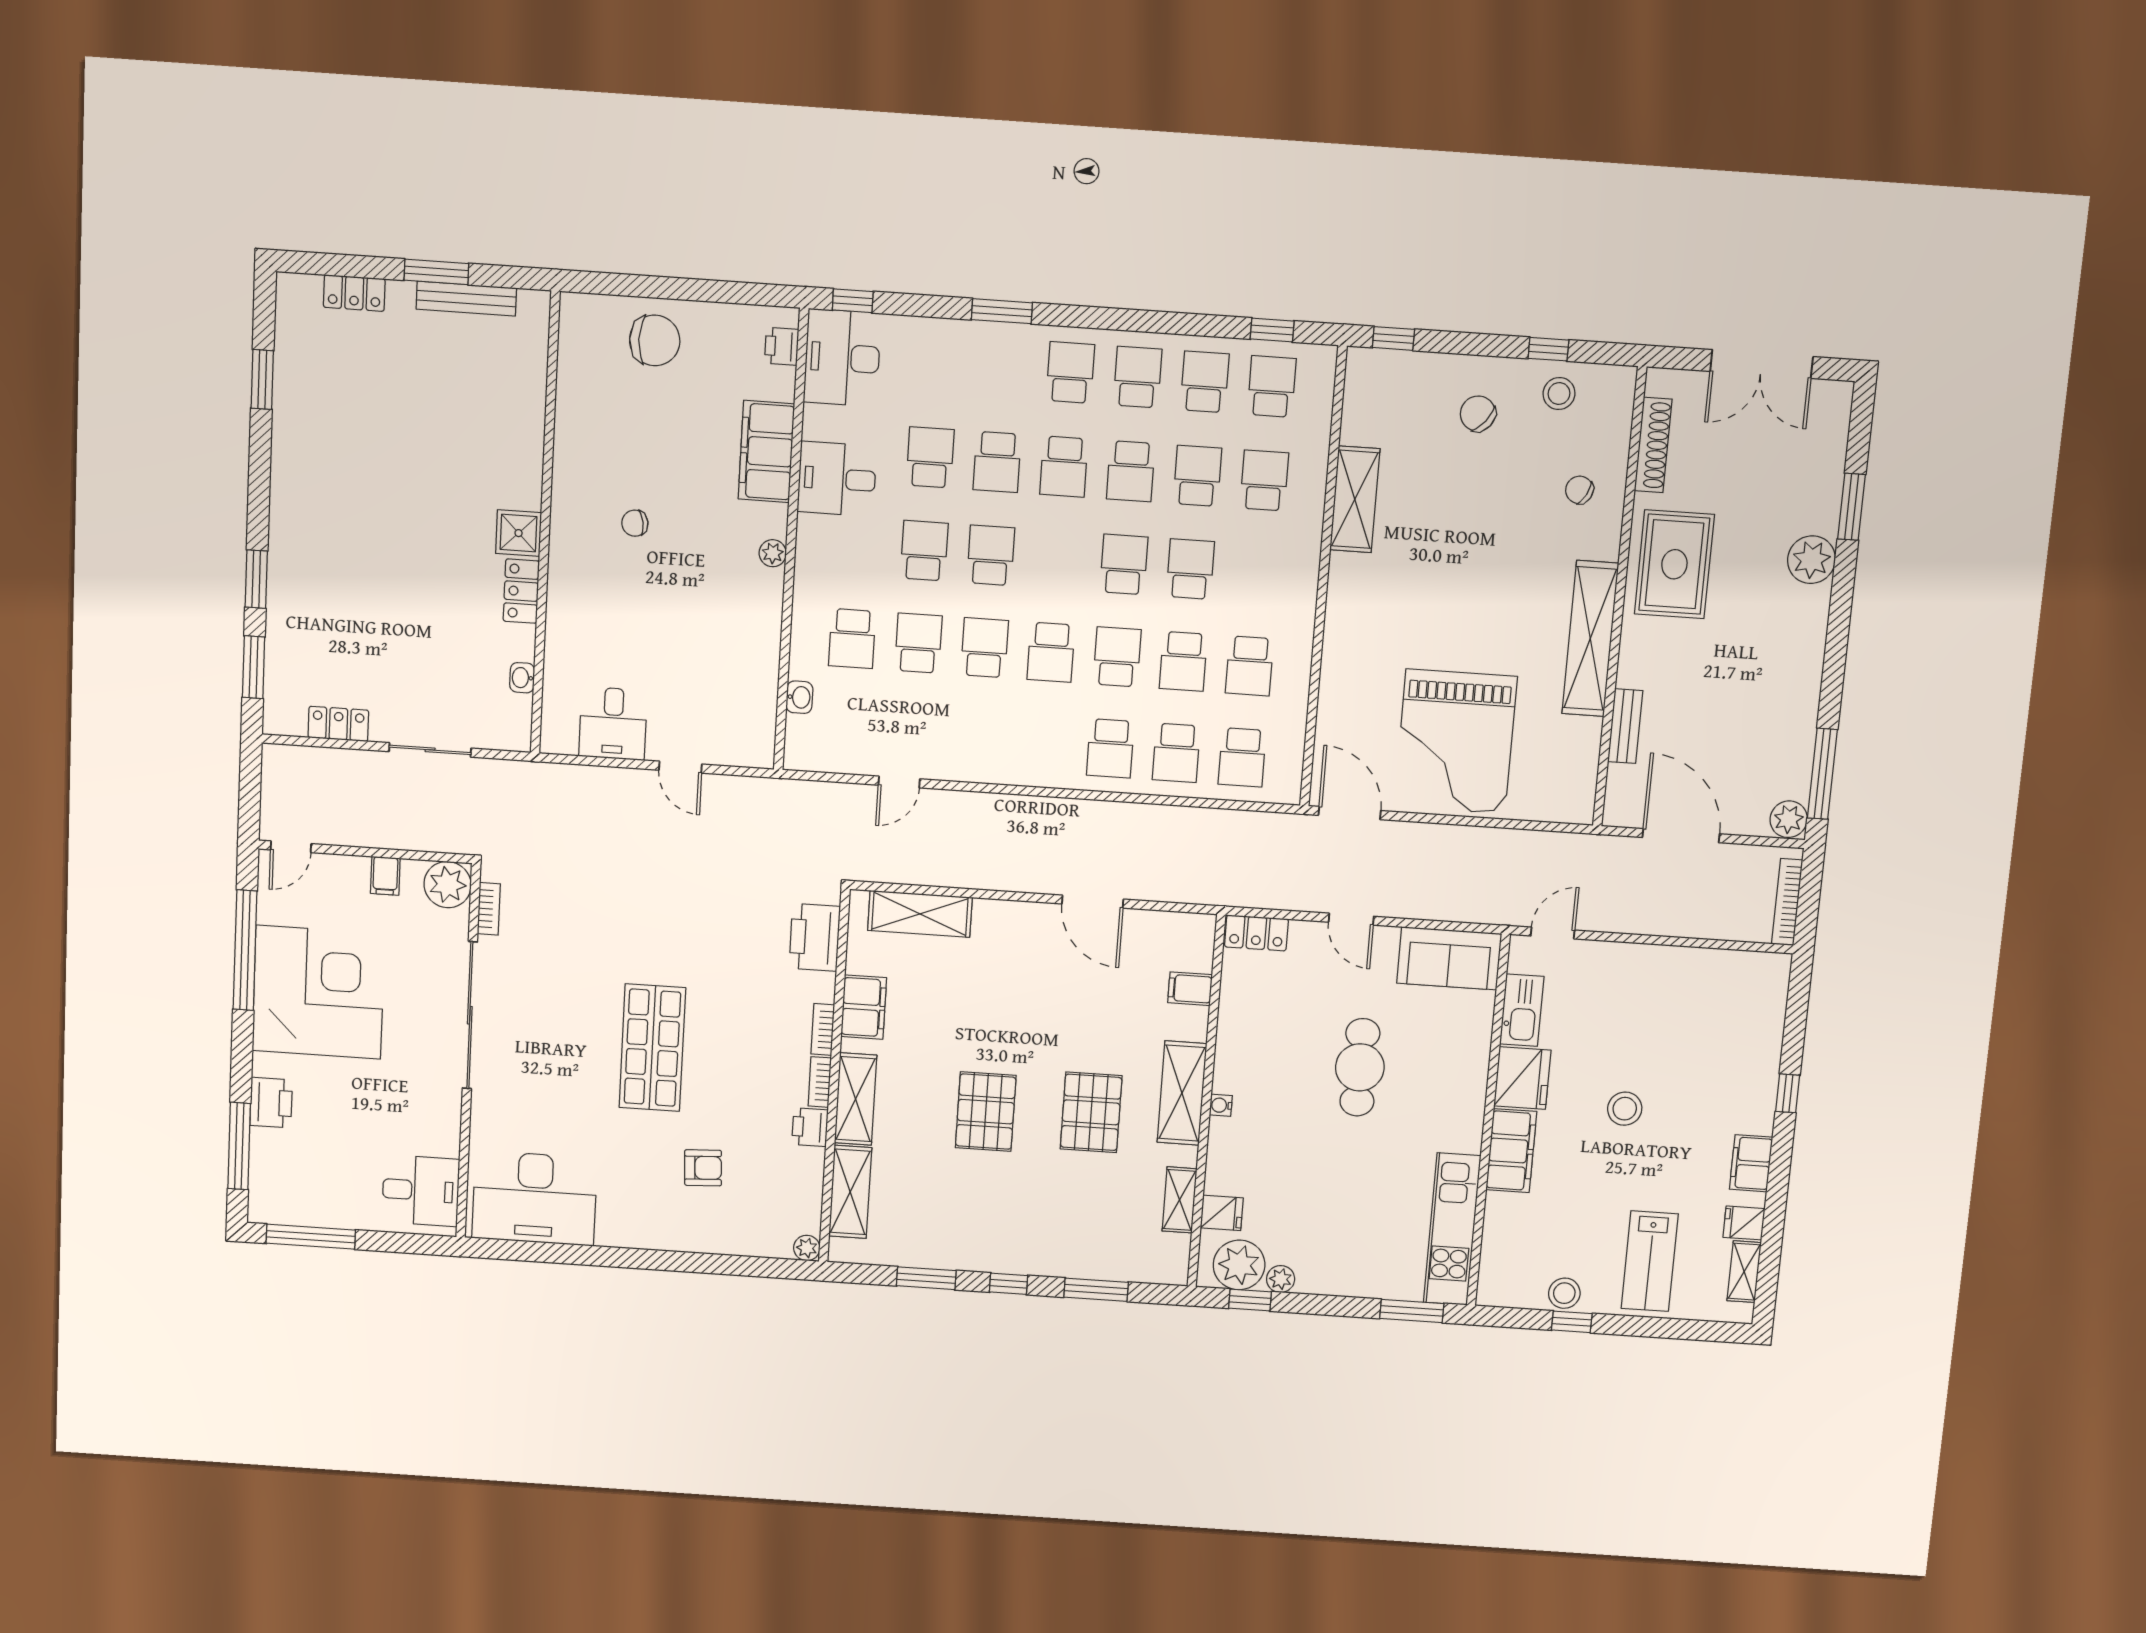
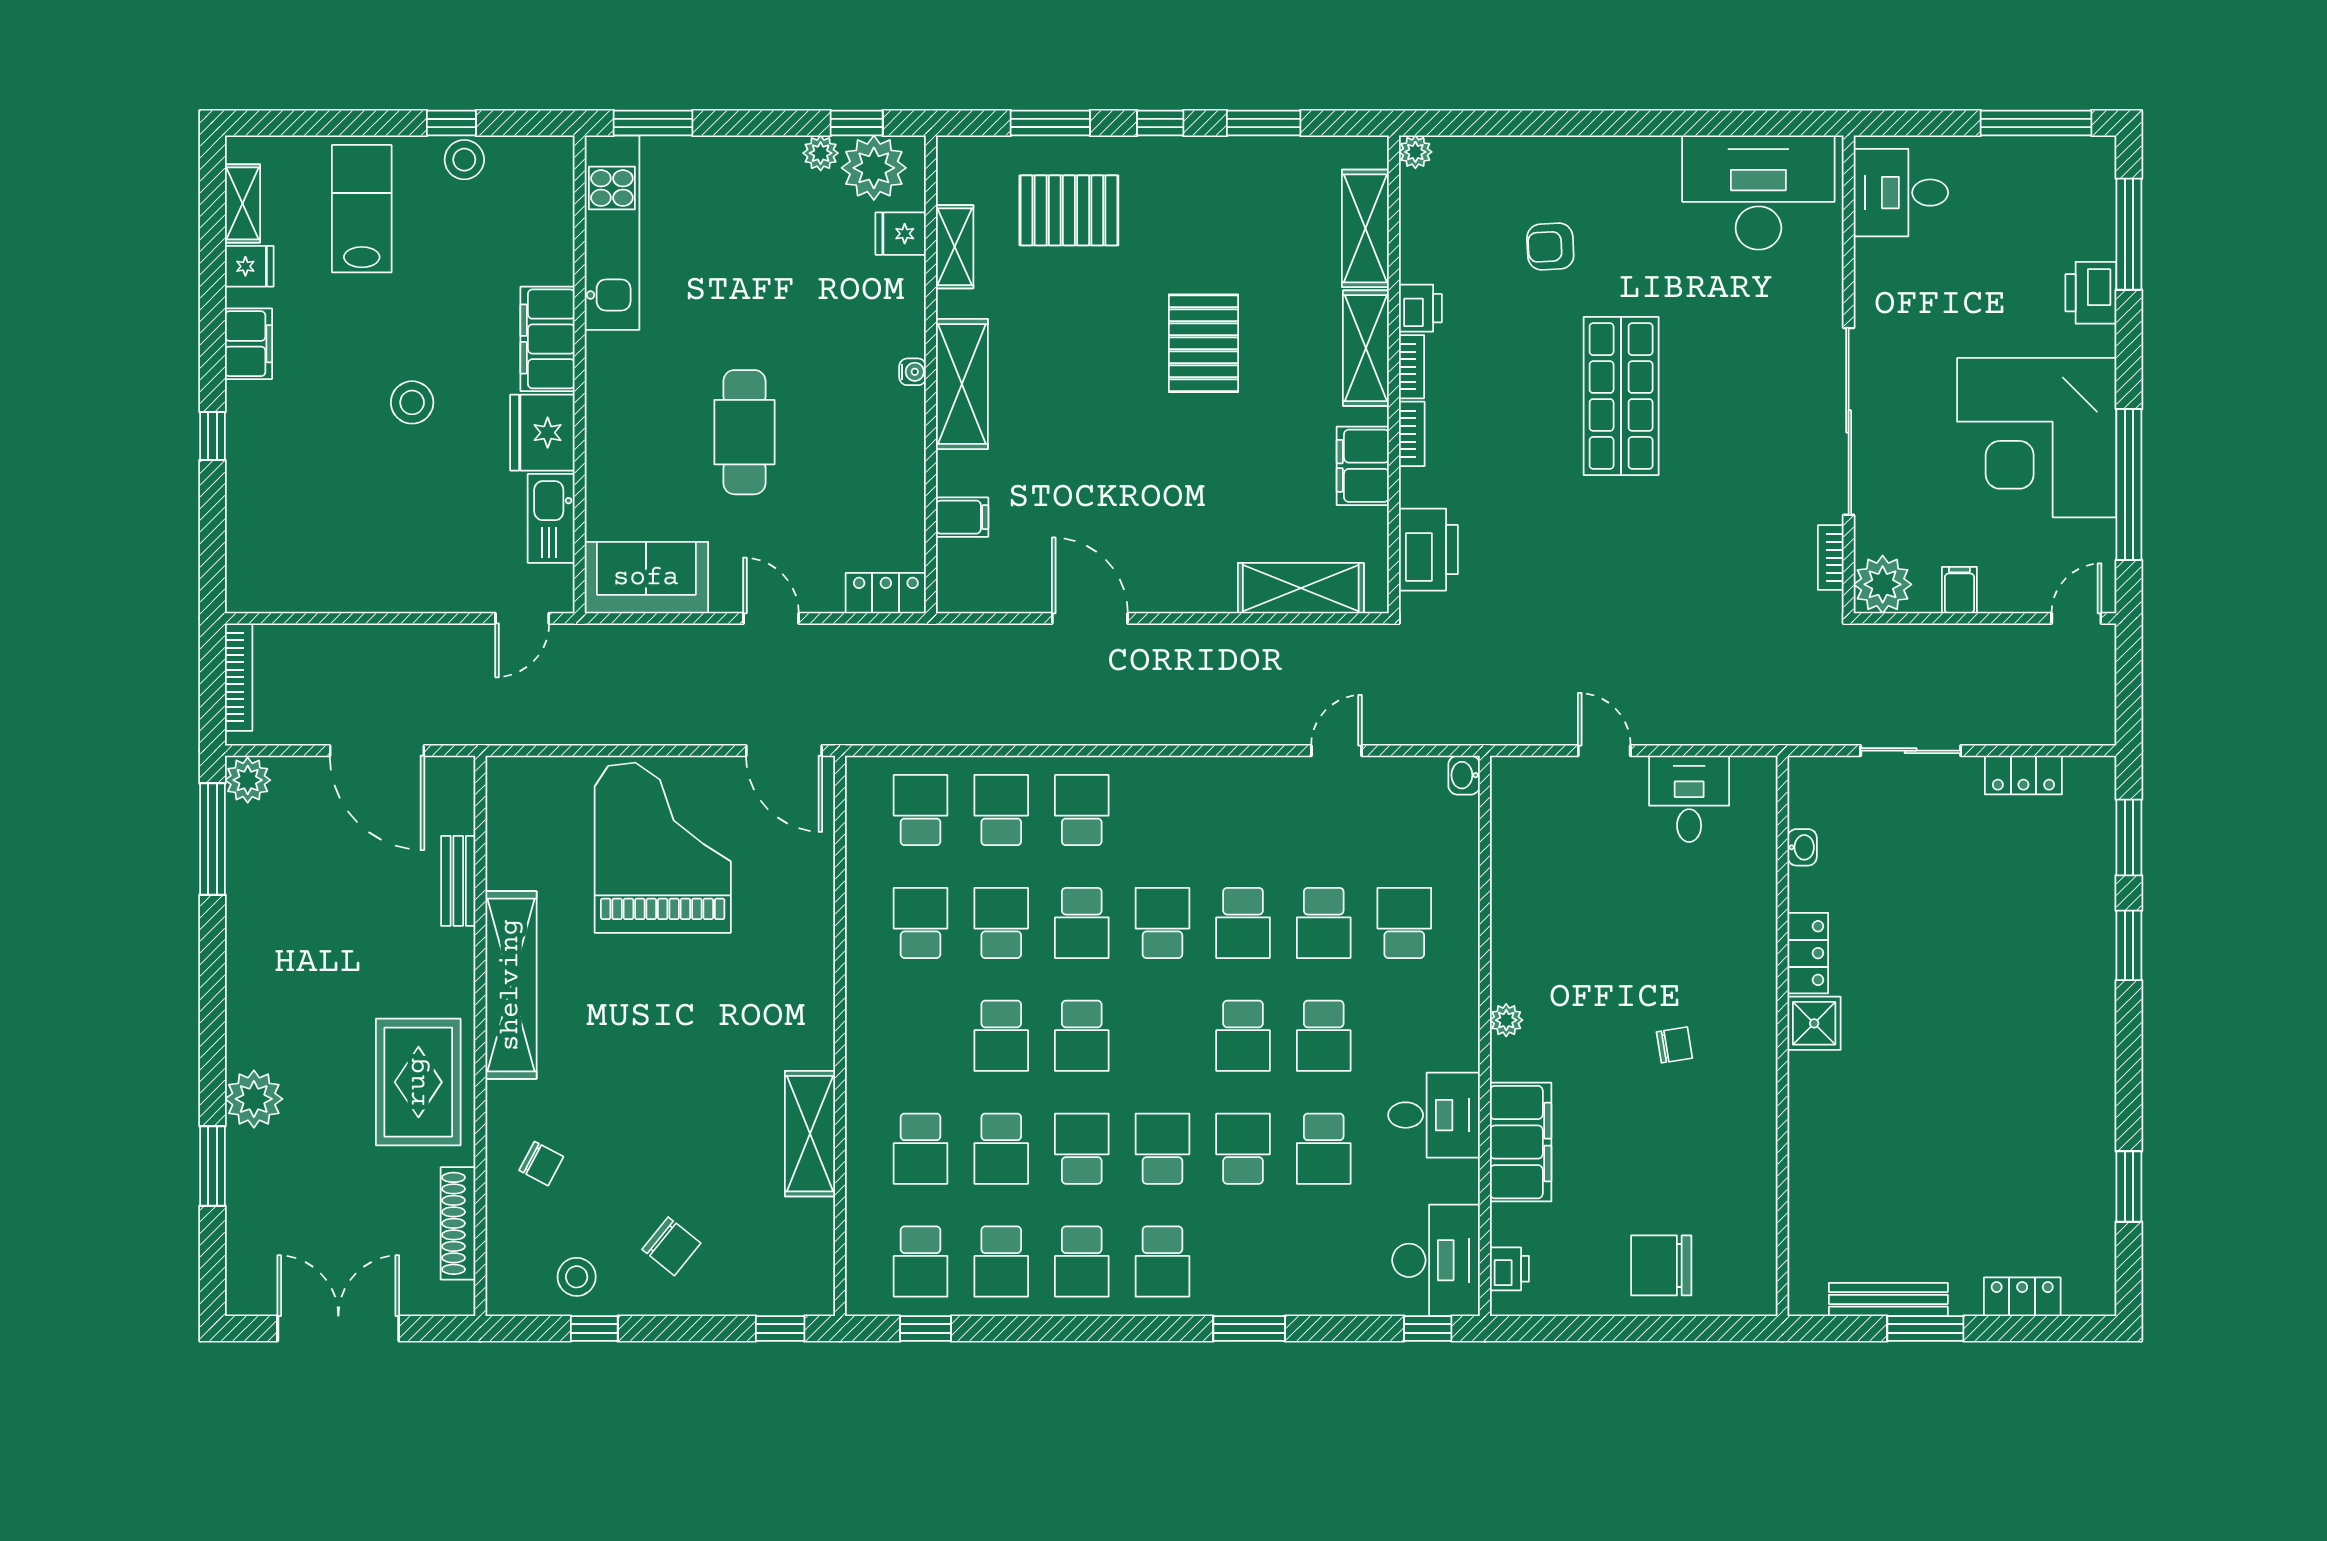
washbasin: (799, 697) -> (1464, 775), moved
pallet: (1091, 1112) -> (1069, 210), moved, turned 90

